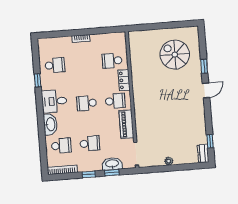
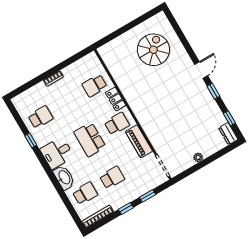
spiral stairs: (175, 55) -> (153, 50), turned 90
window: (204, 66) -> (213, 91), moved
school desk: (87, 103) -> (90, 139), width x1.85
washbasin: (112, 164) -> (144, 187), removed

